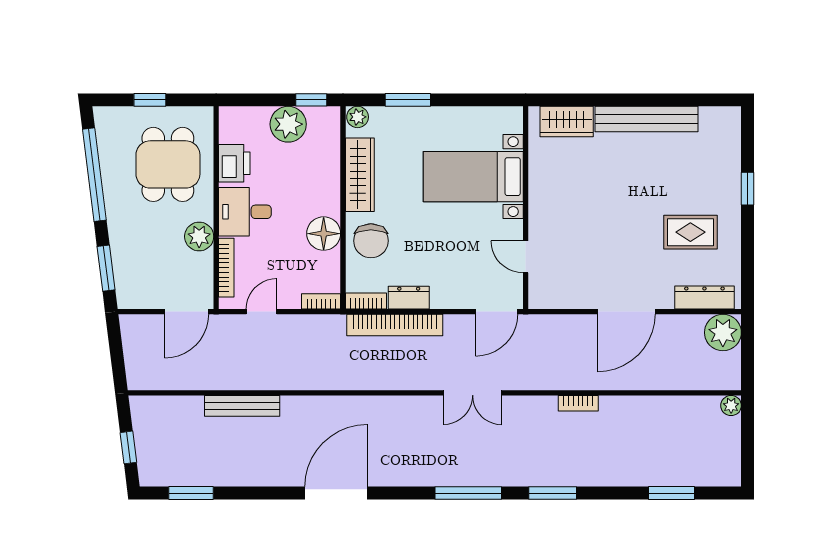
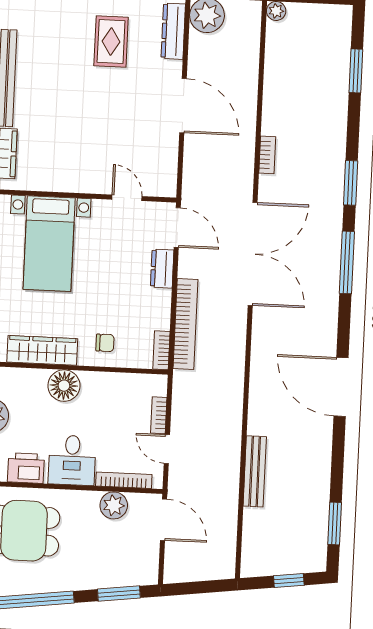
floor lamp: (324, 234) -> (64, 386), moved
plant: (199, 236) -> (114, 505), moved
chair: (371, 241) -> (105, 343), width x0.54, depth x0.54
door: (526, 257) -> (127, 198), swing flipped
dresser: (409, 298) -> (162, 269), moved
bookcase: (321, 301) -> (159, 415), moved
double door: (473, 393) -> (253, 254), width x1.87

